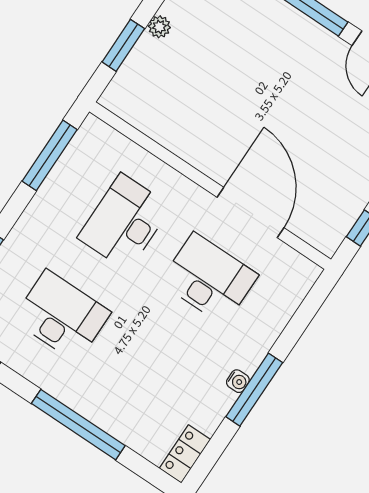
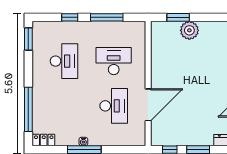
plant: (159, 27) -> (189, 30), width x1.88, depth x1.88
window: (50, 155) -> (107, 17), moved
window: (78, 425) -> (28, 109), moved

